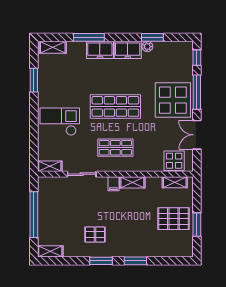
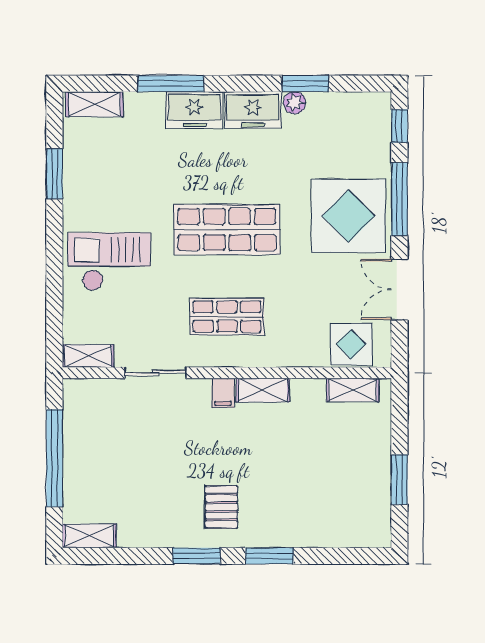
pallet: (173, 219) -> (350, 467), removed
pallet: (95, 235) -> (221, 507), moved, turned 90

